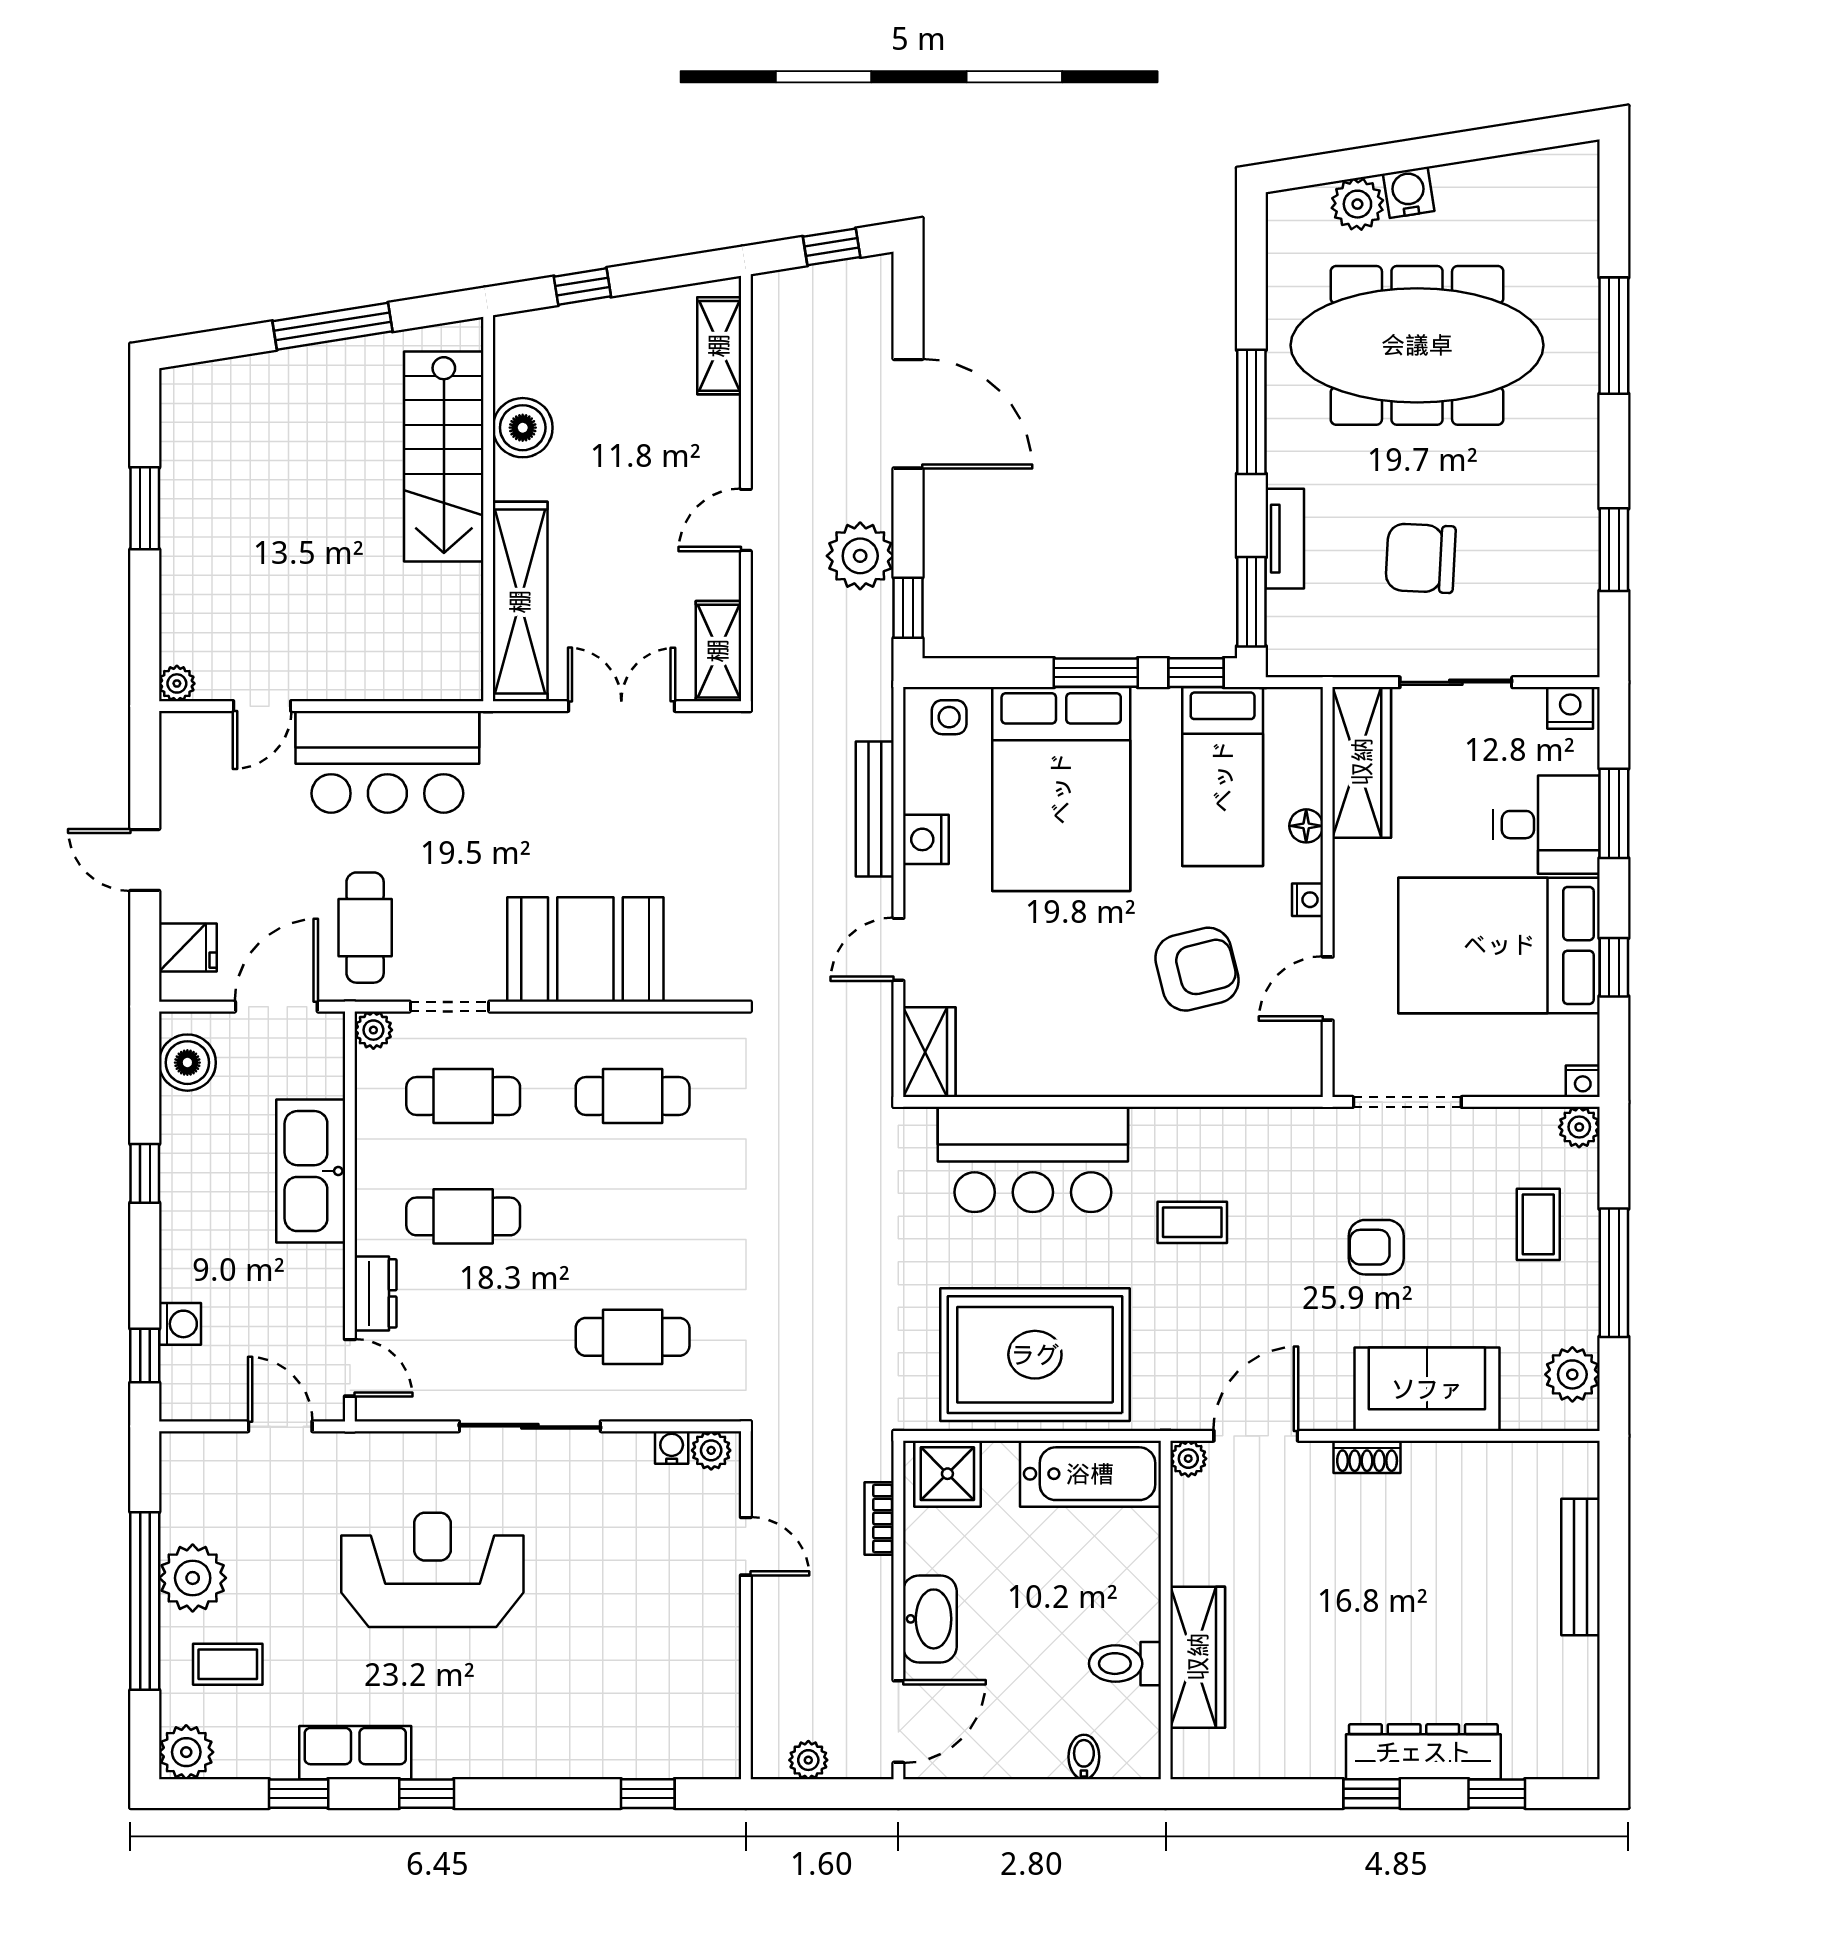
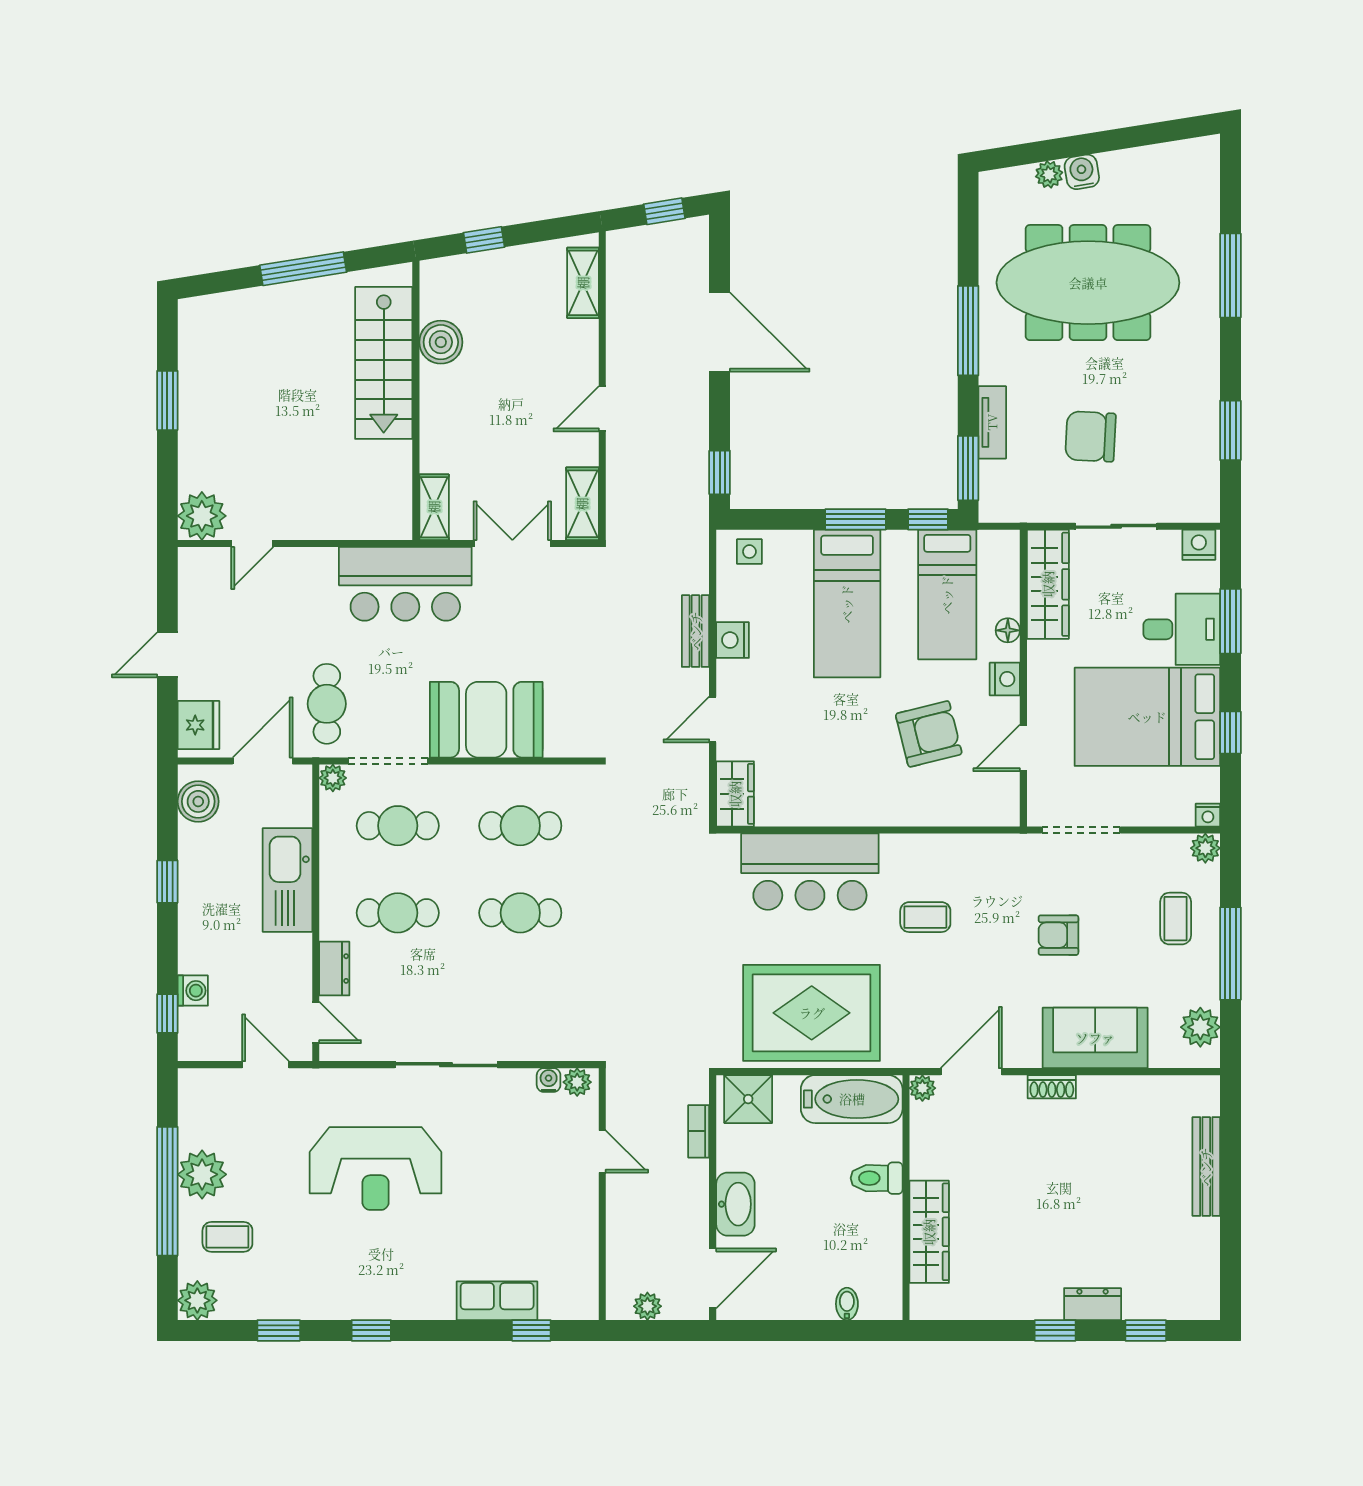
plant: (1357, 204) -> (1049, 174), width x0.73, depth x0.73
plant: (860, 556) -> (685, 435), removed
shelving: (520, 602) -> (434, 507), width x0.45, depth x0.75
plant: (177, 683) -> (202, 516), width x1.88, depth x1.88
bar counter: (387, 762) -> (405, 584), moved
bed: (1061, 789) -> (847, 604), width x0.67
bench: (875, 809) -> (696, 631), width x0.73
door: (145, 860) -> (167, 655), hinge flipped
nightstand: (1308, 900) -> (1005, 679), width x1.39, depth x1.35
fridge: (188, 948) -> (199, 725), width x1.38
doorway: (450, 1007) -> (388, 761), width x1.38
cafe table: (633, 1337) -> (520, 913), moved
reception desk: (432, 1570) -> (376, 1169), turned 180
toilet: (1125, 1664) -> (877, 1178), moved
dresser: (1423, 1752) -> (1093, 1304), width x0.51, depth x0.80
row of seats: (355, 1753) -> (497, 1301), moved

